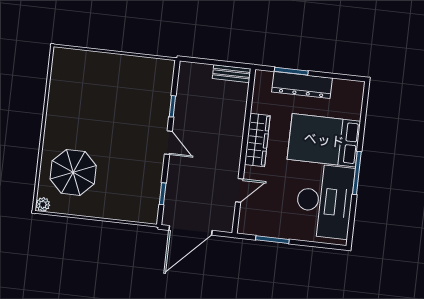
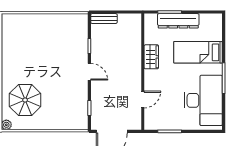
bench: (232, 74) -> (104, 19), moved
wardrobe: (257, 140) -> (151, 57), width x0.67
bed: (324, 140) -> (198, 52), width x0.67

